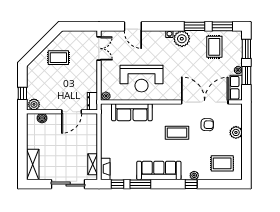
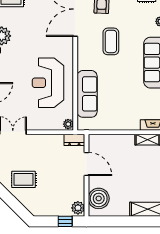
rug: (58, 58) -> (24, 179), turned 90
reception desk: (142, 79) -> (48, 83), turned 180
boiler: (42, 118) -> (99, 198), width x1.86, depth x1.86

